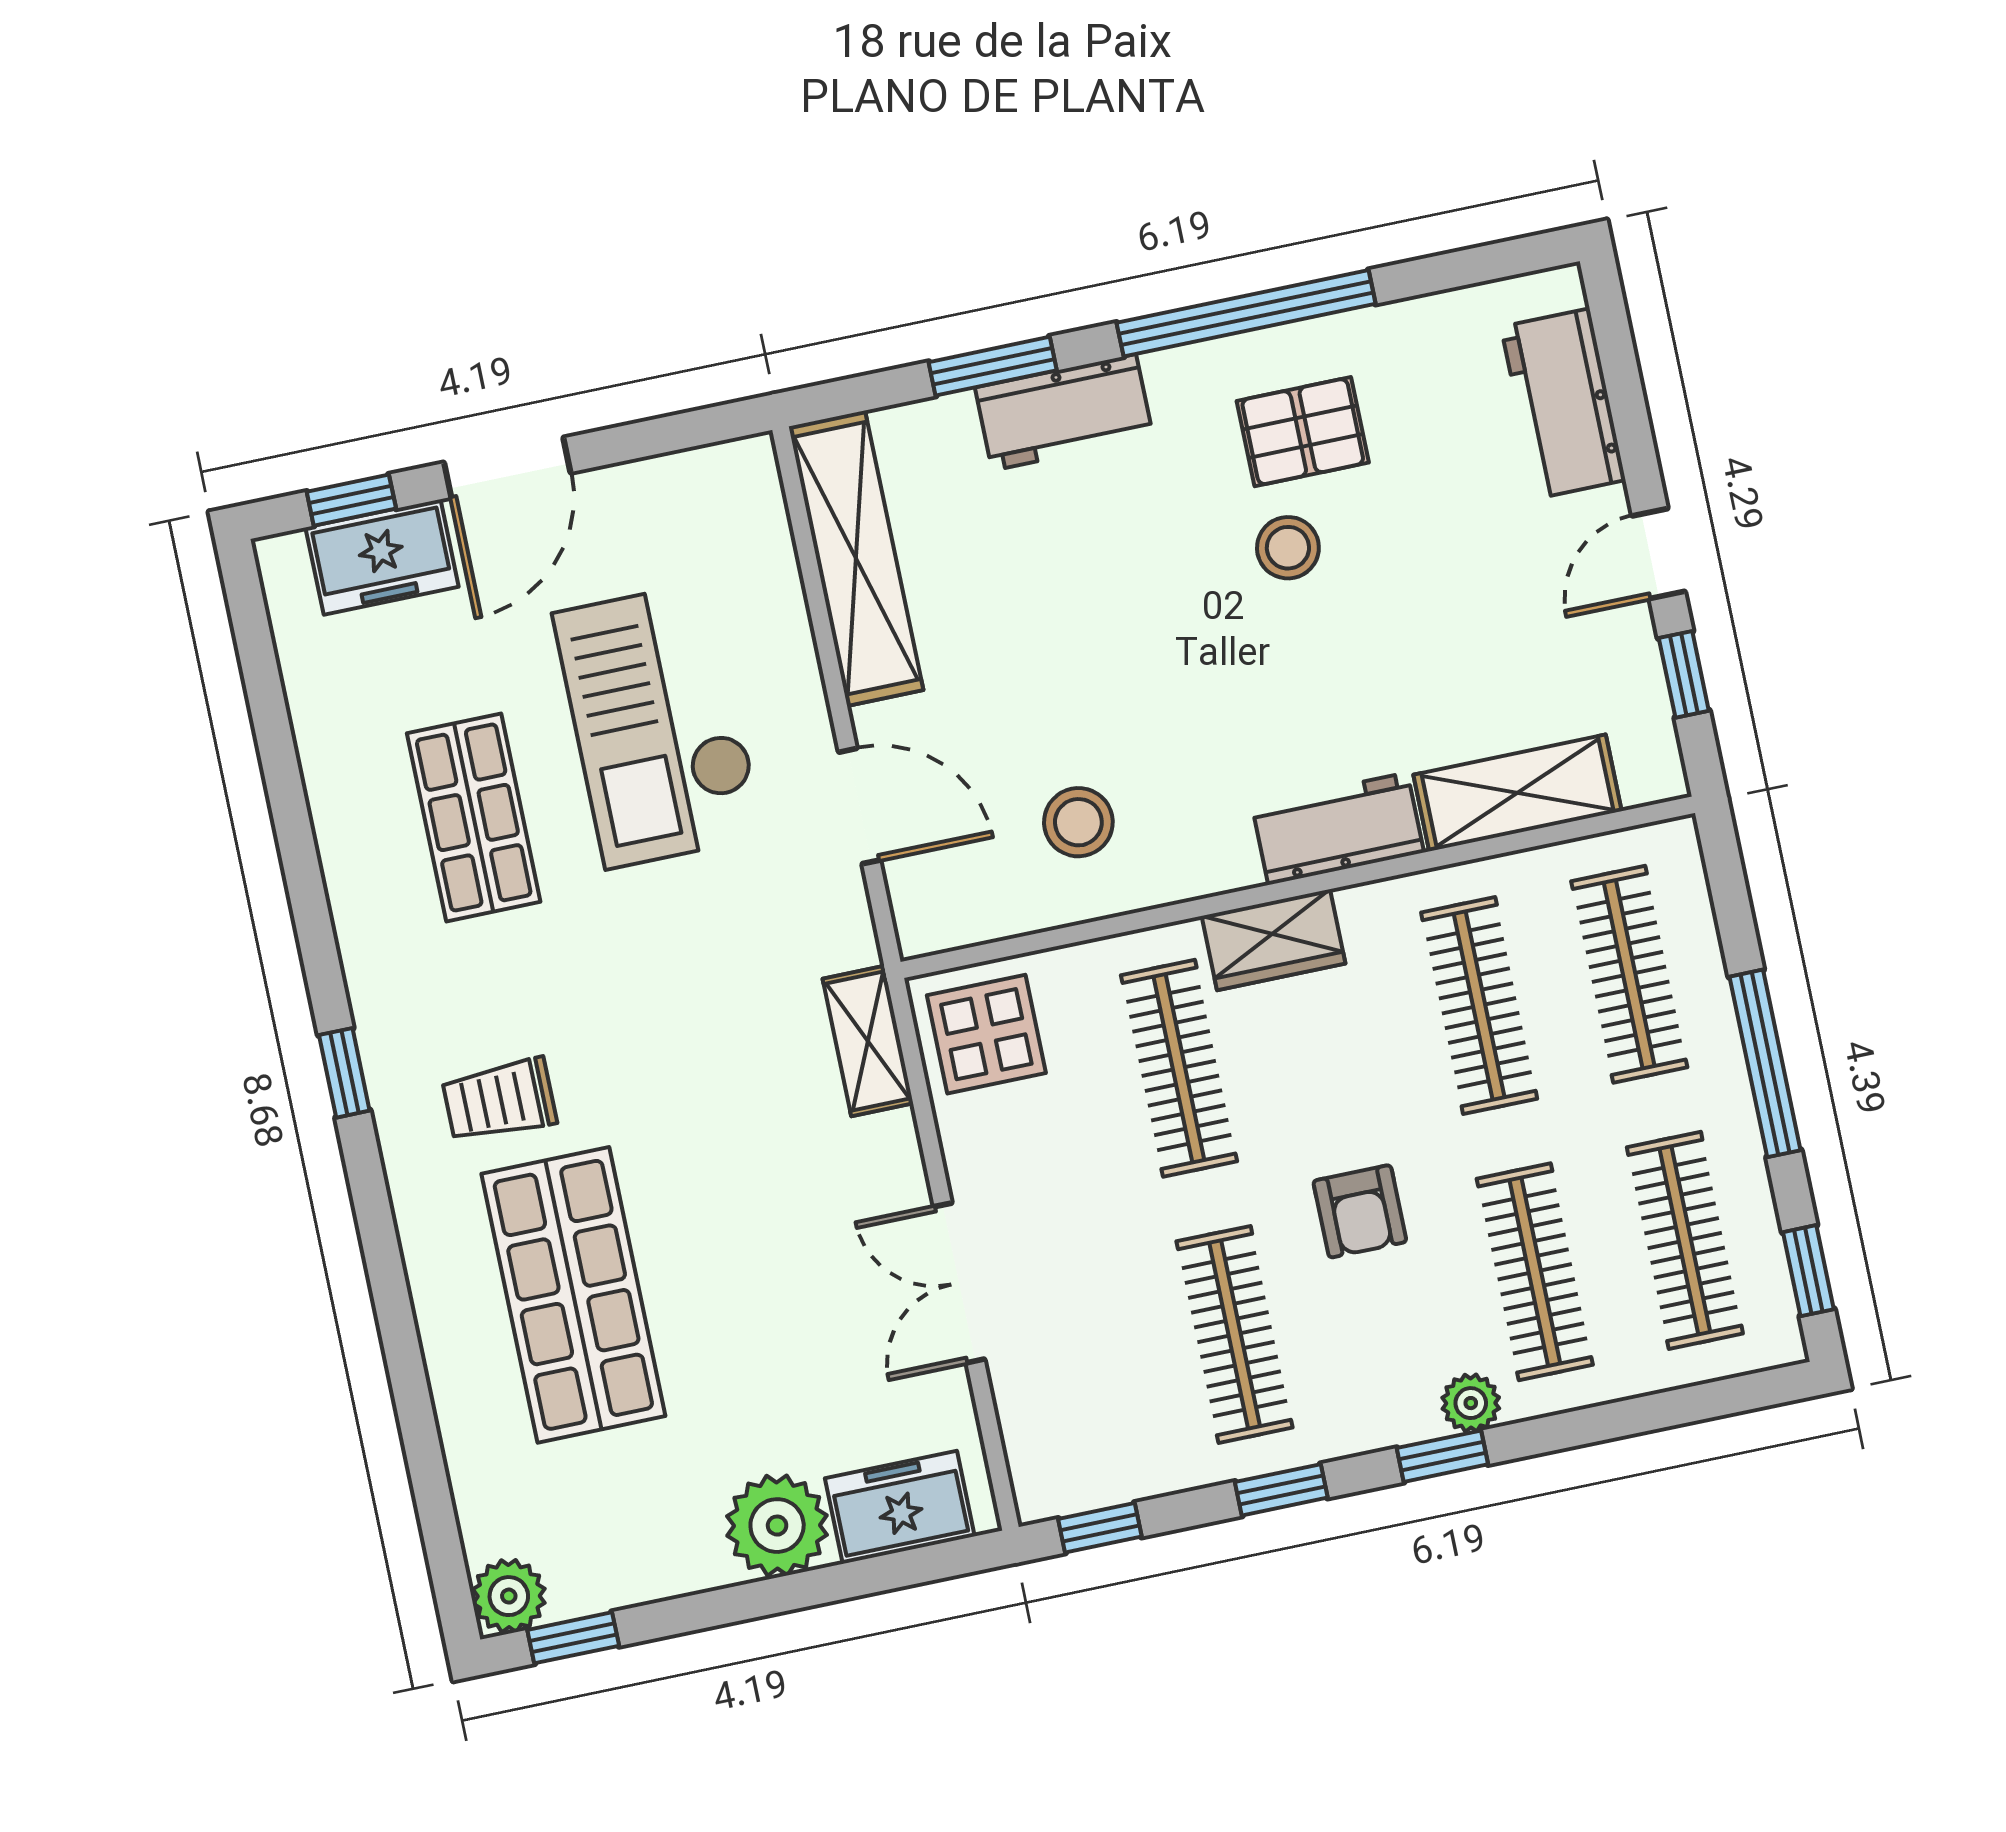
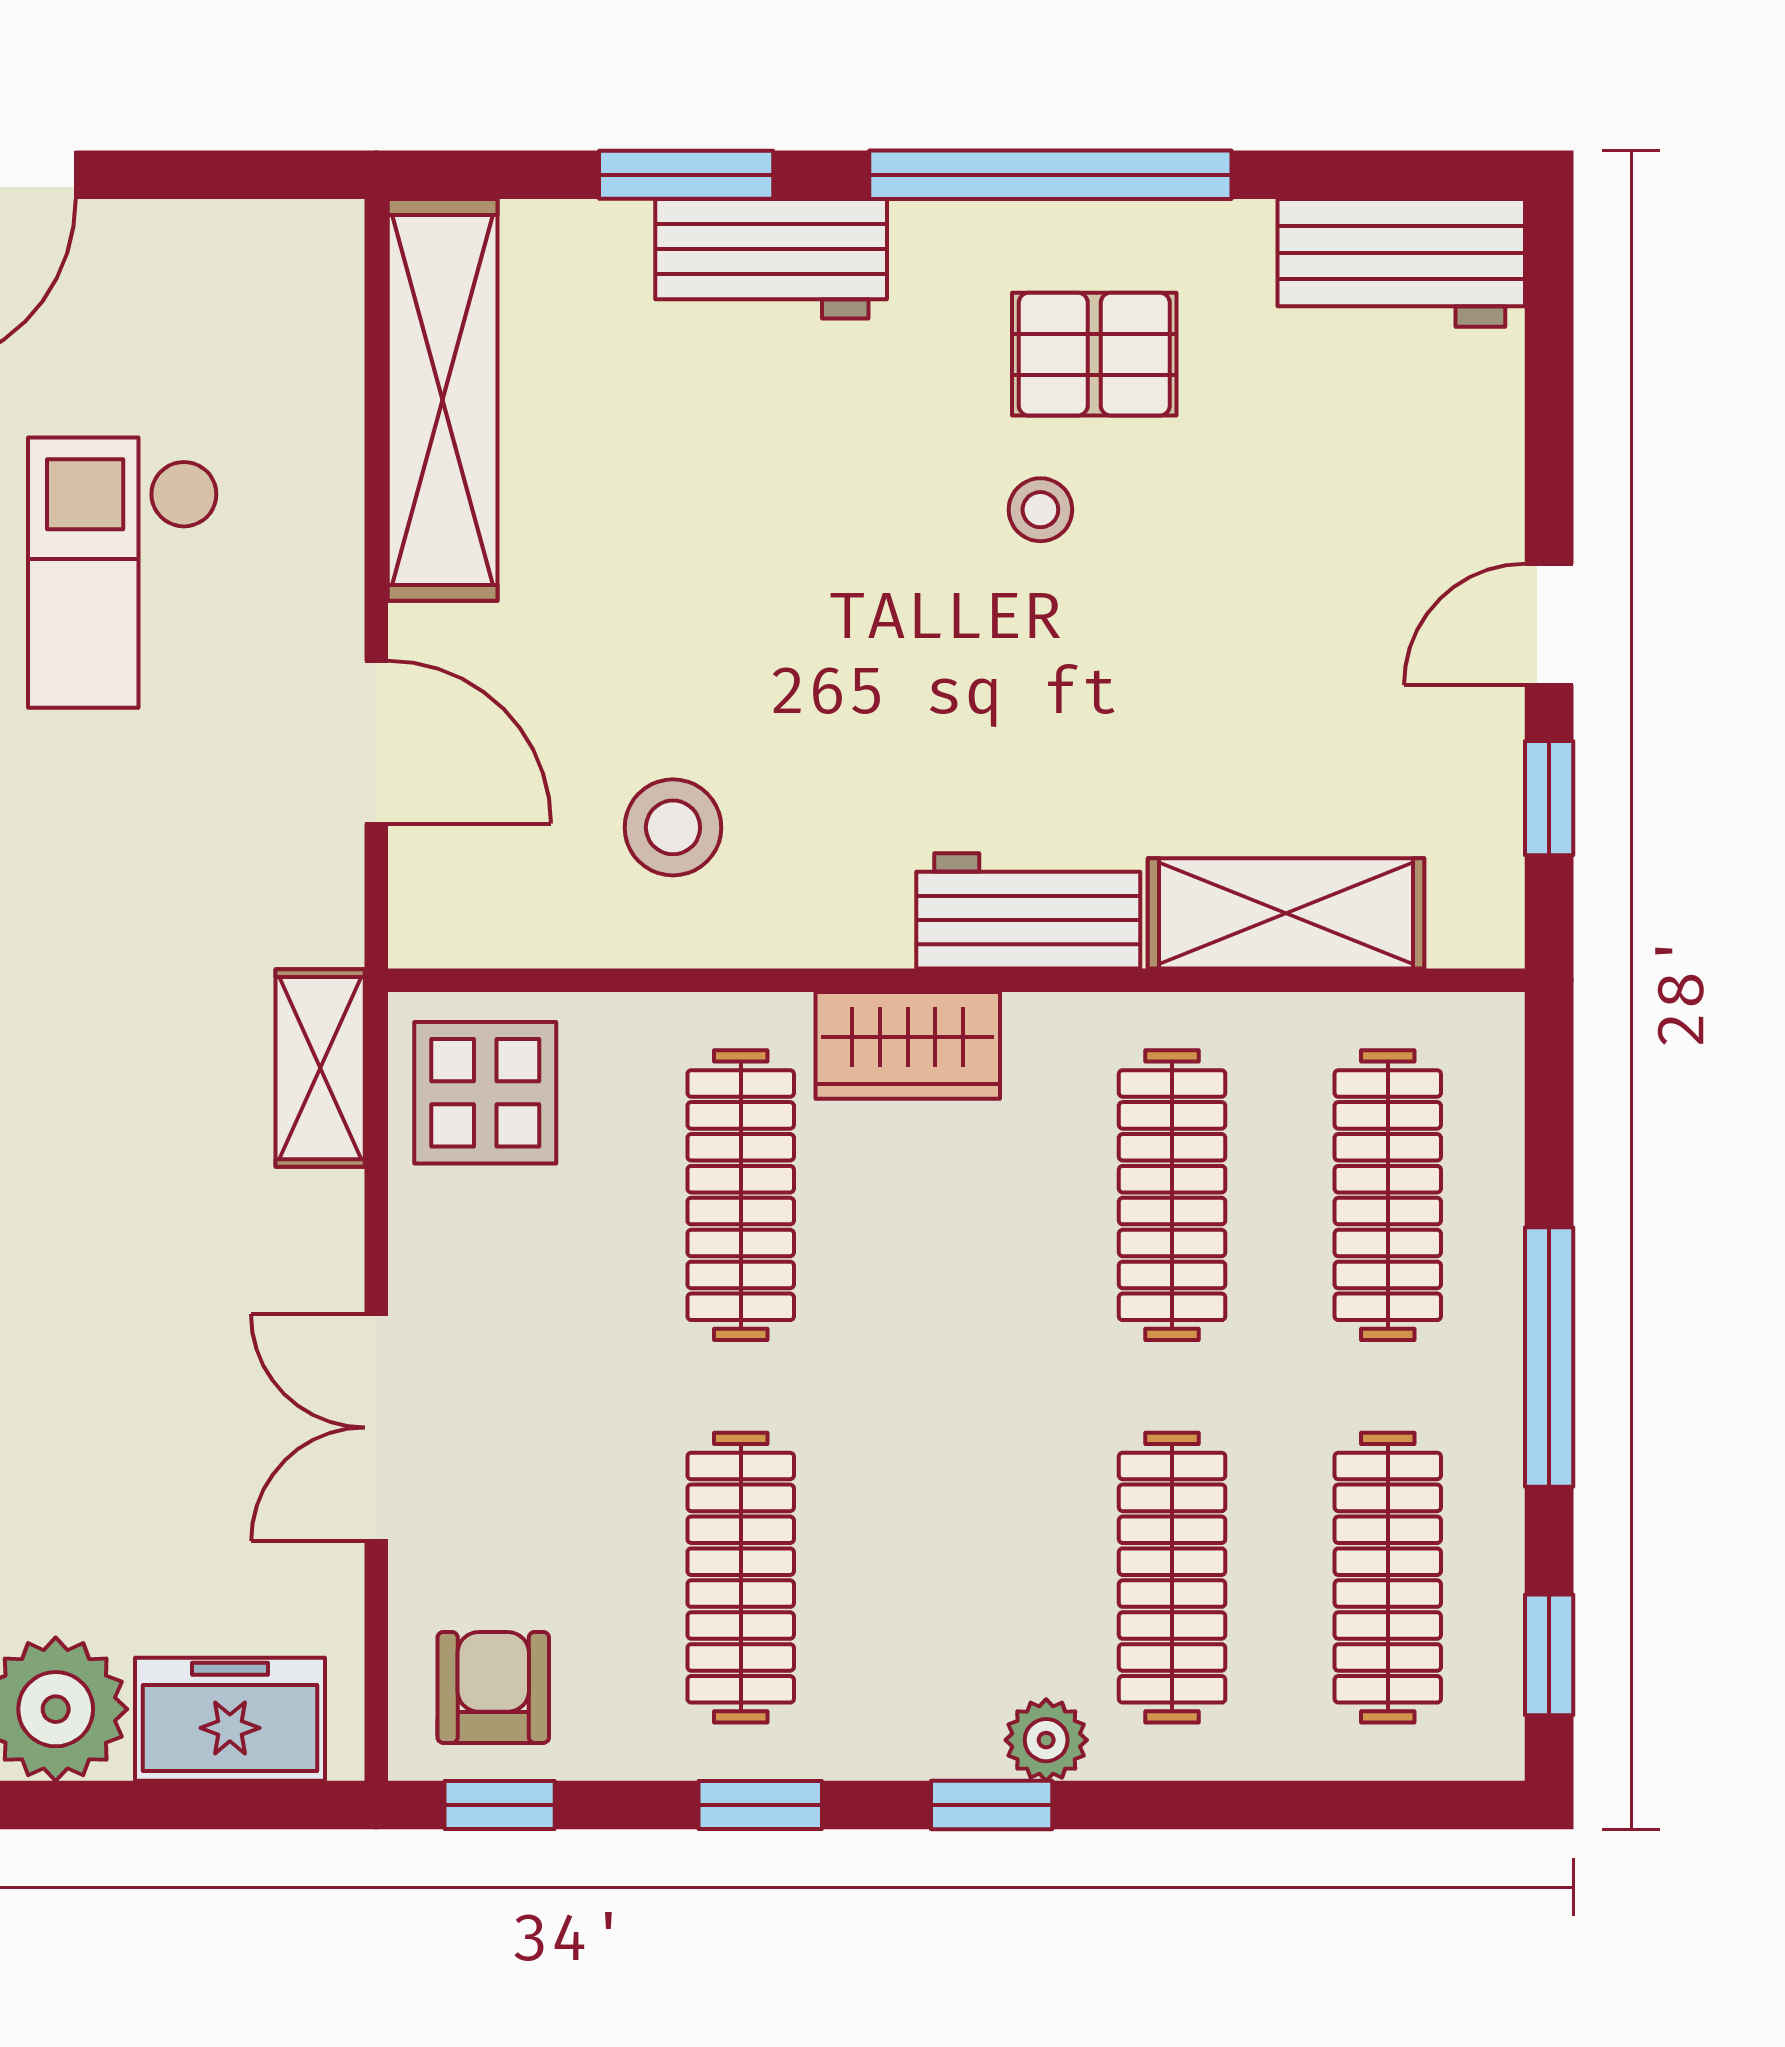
workbench: (1563, 403) -> (1401, 263), moved, turned -90
stool: (1288, 548) -> (1040, 510), width x0.73, depth x0.73
checkout: (659, 725) -> (123, 573), width x0.73, depth x0.83
armchair: (1360, 1211) -> (493, 1687), moved, turned 180

